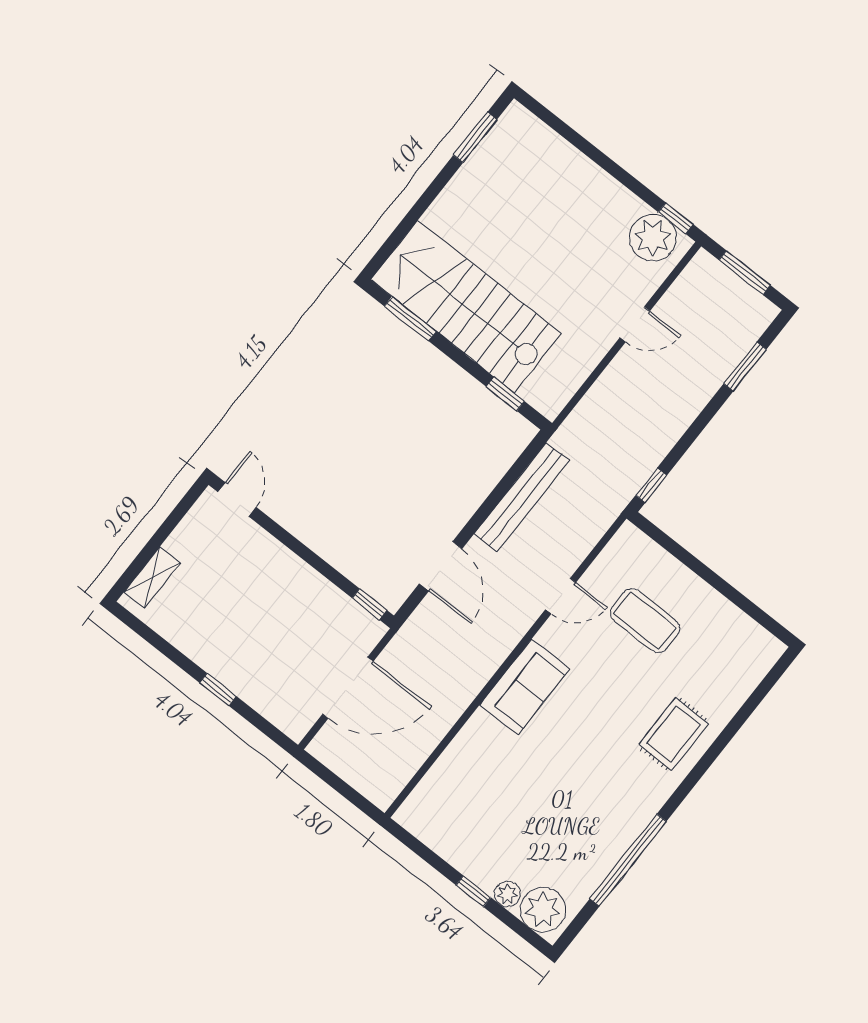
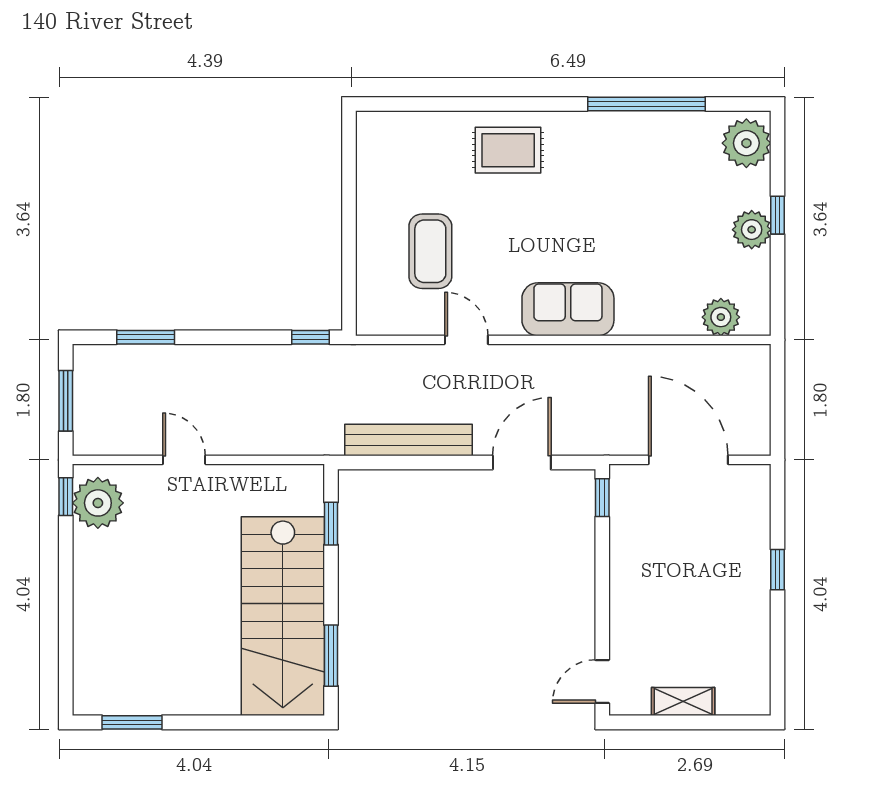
shelving: (152, 578) -> (683, 701), moved
plant: (432, 792) -> (721, 317), added
plant: (507, 894) -> (752, 230), moved, width x1.38, depth x1.38

